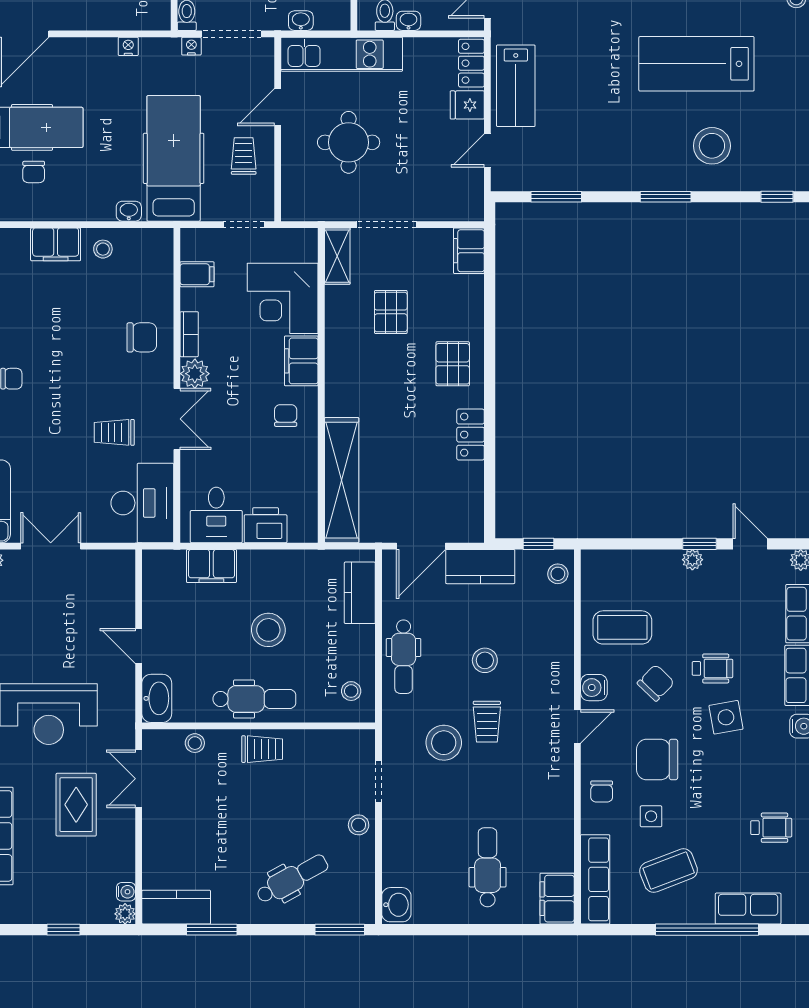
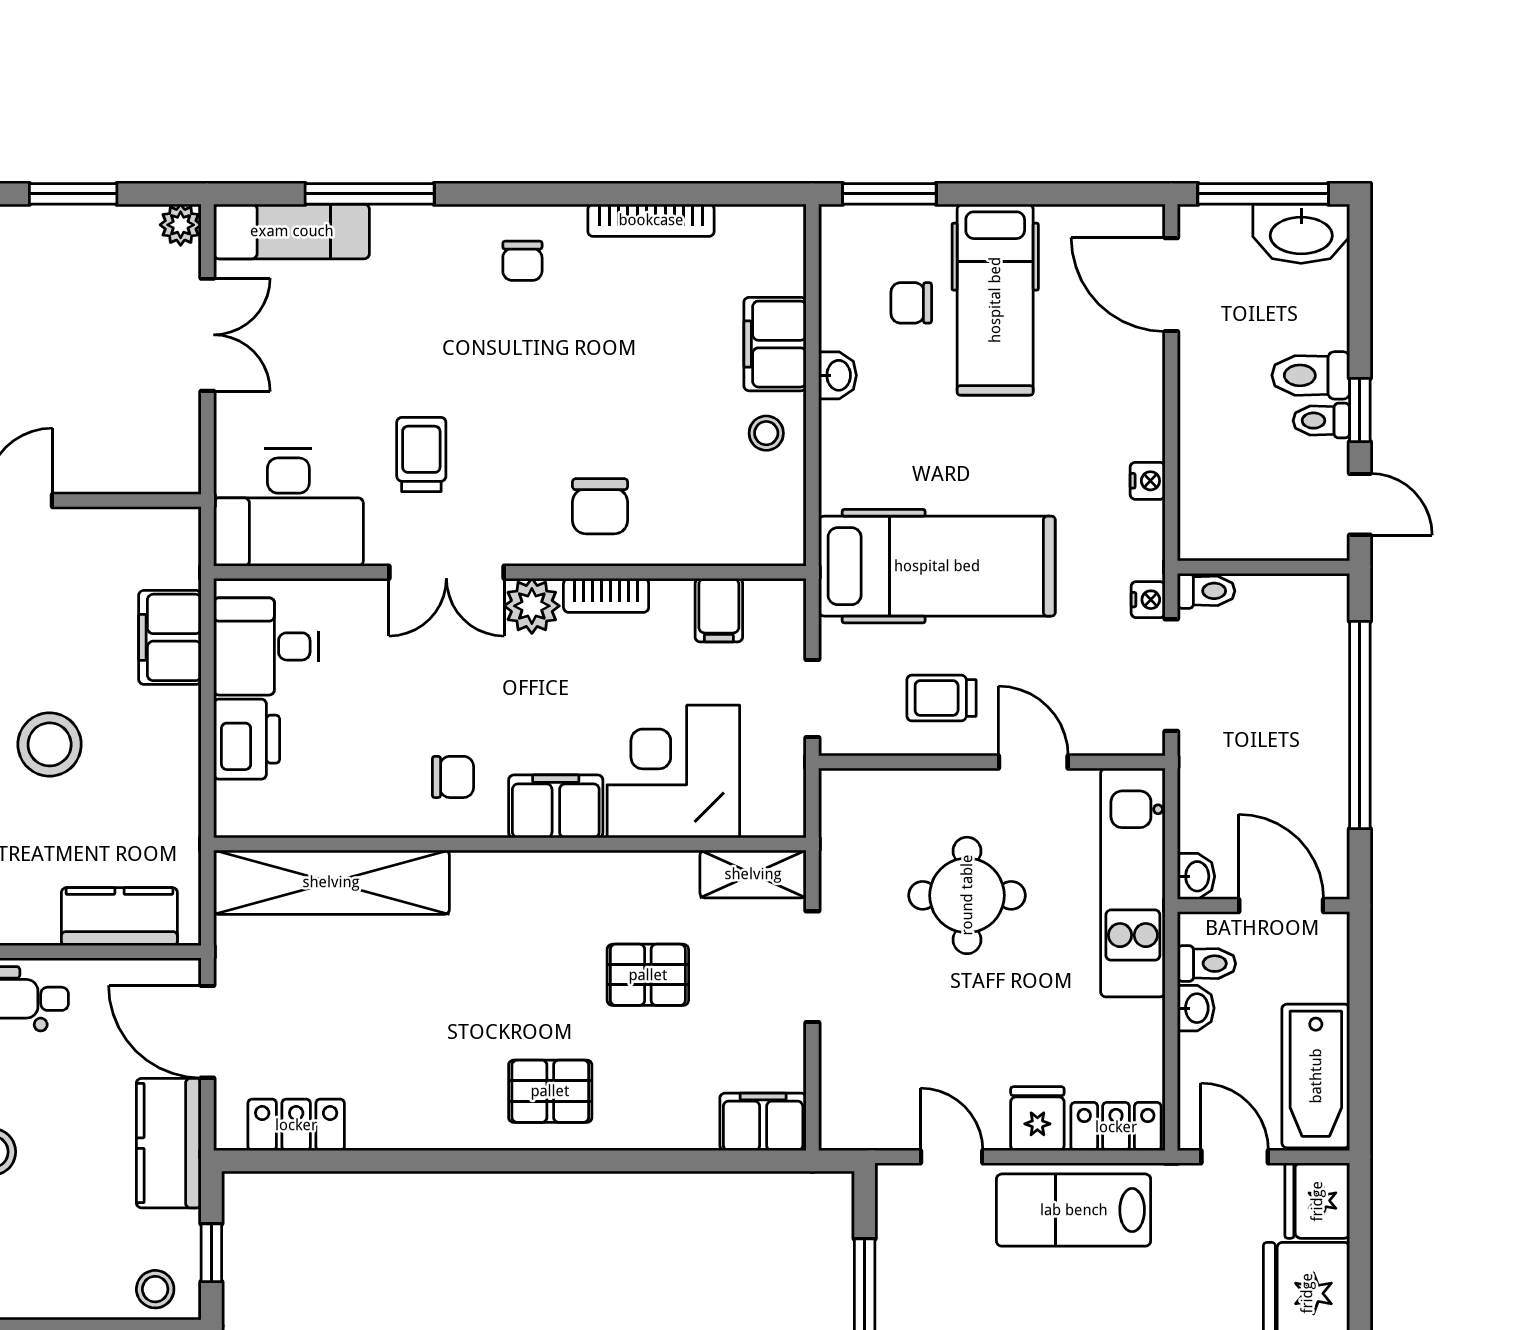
washbasin: (301, 21) -> (1196, 876), moved
trolley: (244, 156) -> (941, 698), turned 180
washbasin: (129, 211) -> (838, 375), moved
locker: (471, 435) -> (296, 1125), moved

